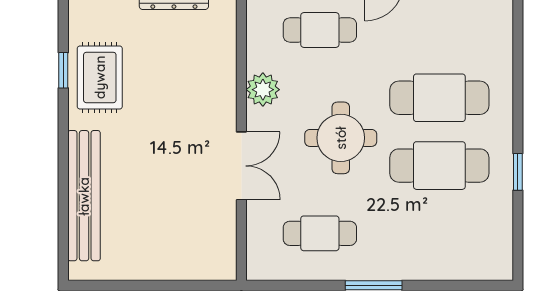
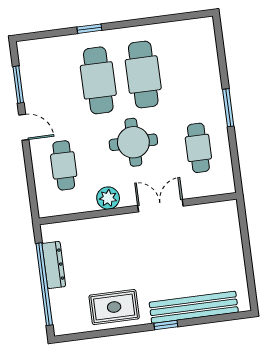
window: (63, 70) -> (166, 325), moved
window: (518, 172) -> (89, 29), moved

